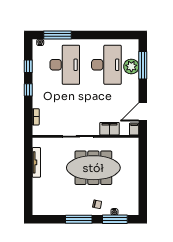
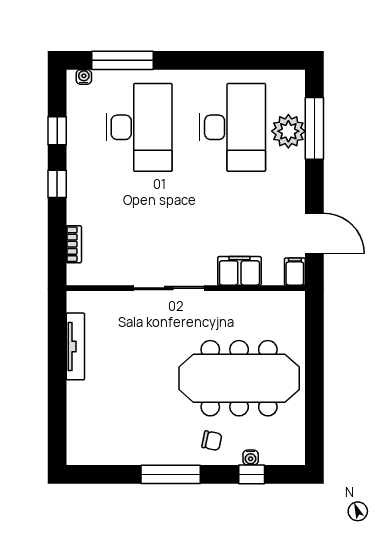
door: (143, 112) -> (314, 233), swing flipped
meeting table: (93, 168) -> (239, 378), moved
window: (115, 219) -> (252, 474), width x0.46

